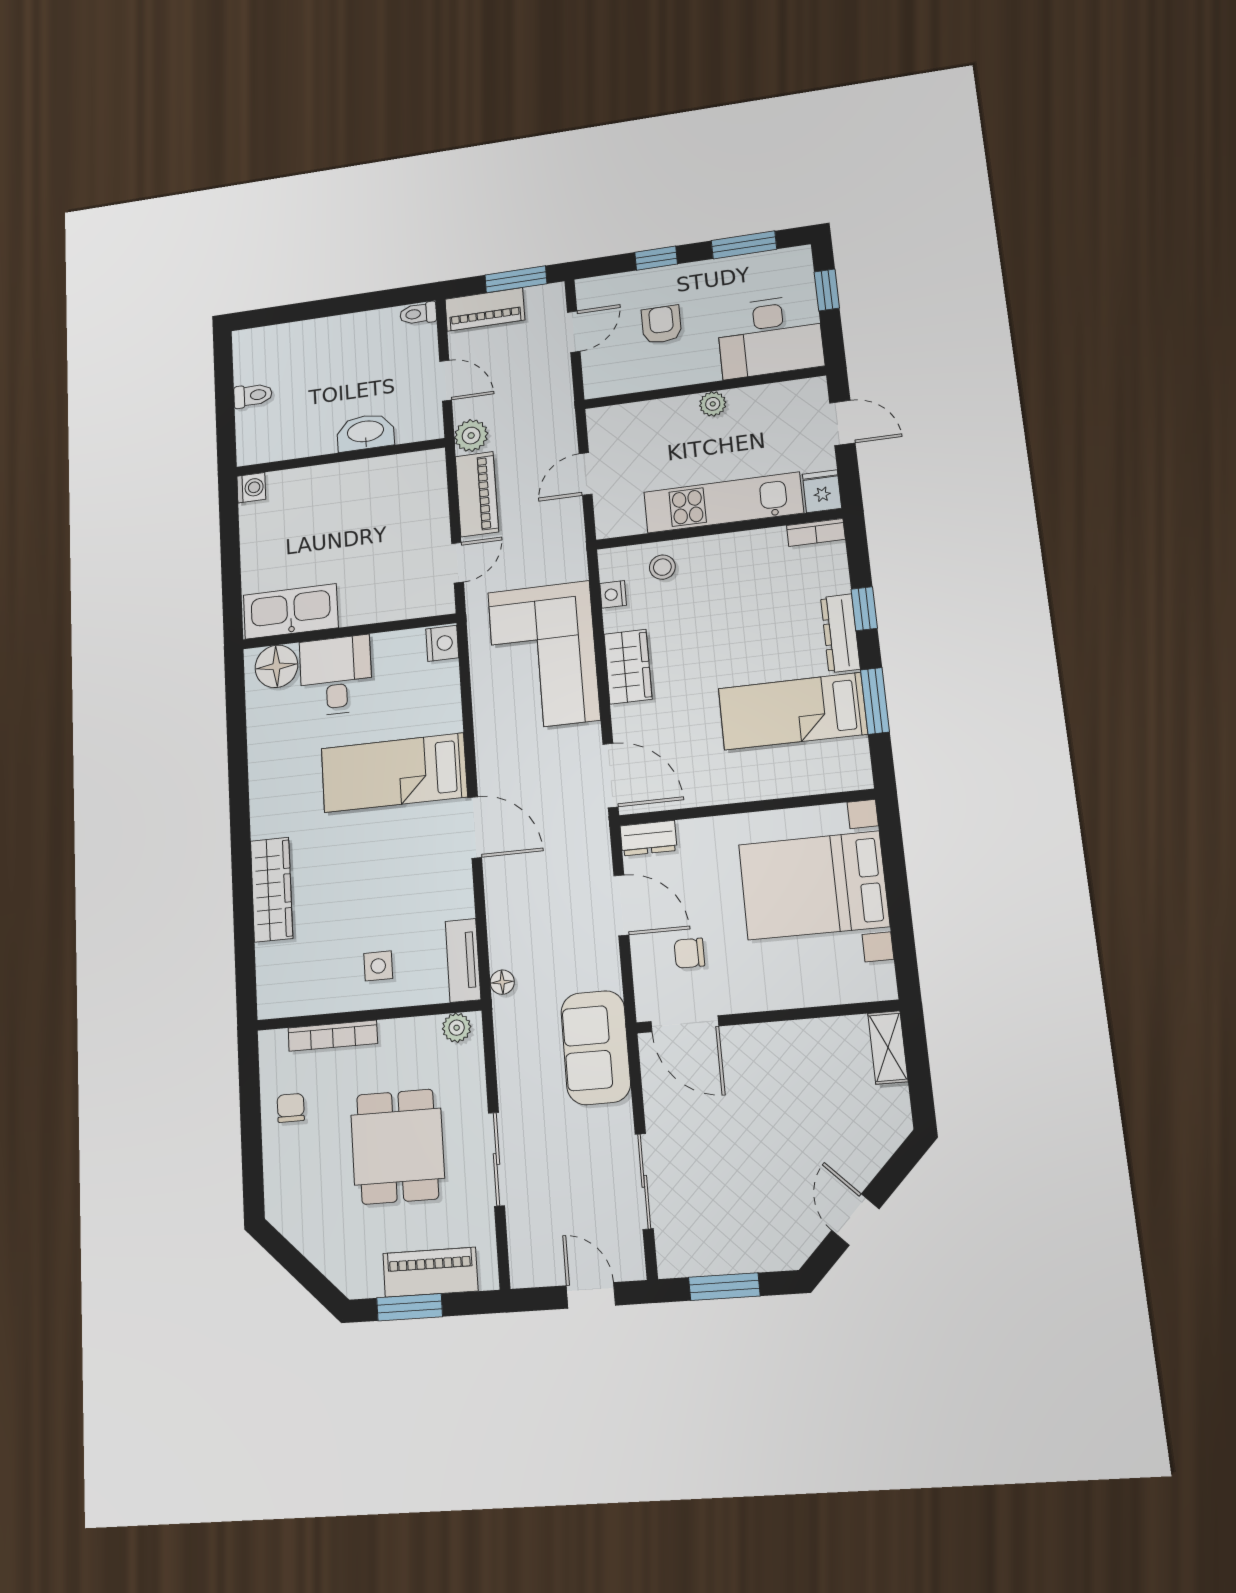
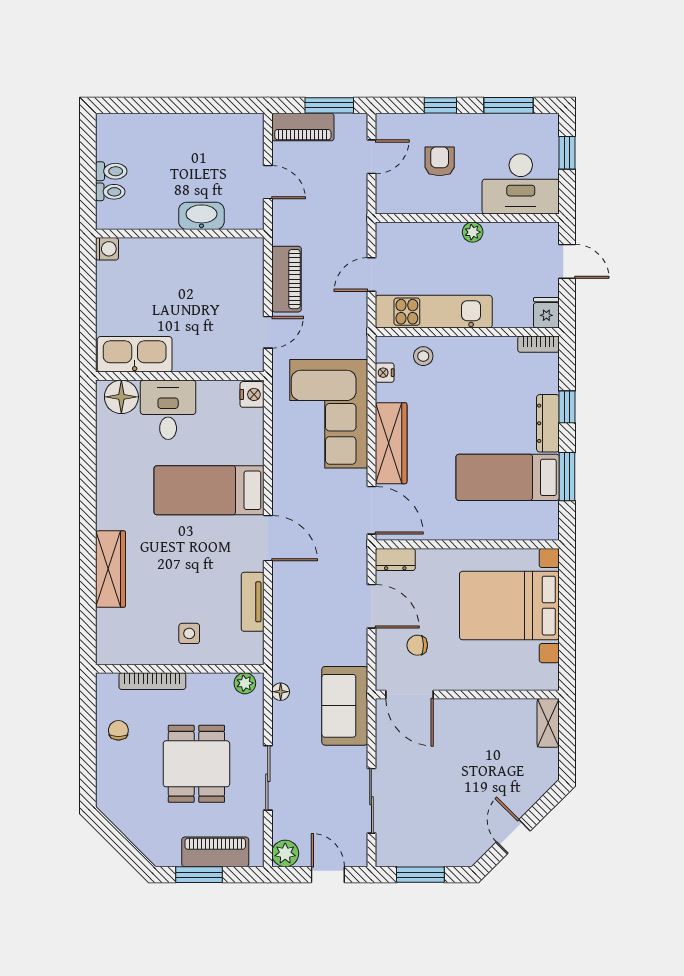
toilet: (418, 314) -> (110, 192), moved, turned 180
plant: (471, 436) -> (285, 853), moved
kitchen unit: (723, 503) -> (434, 312), moved
wardrobe: (628, 667) -> (391, 443), width x1.50
tv unit: (463, 960) -> (253, 602), moved
floor lamp: (502, 982) -> (281, 692), moved

